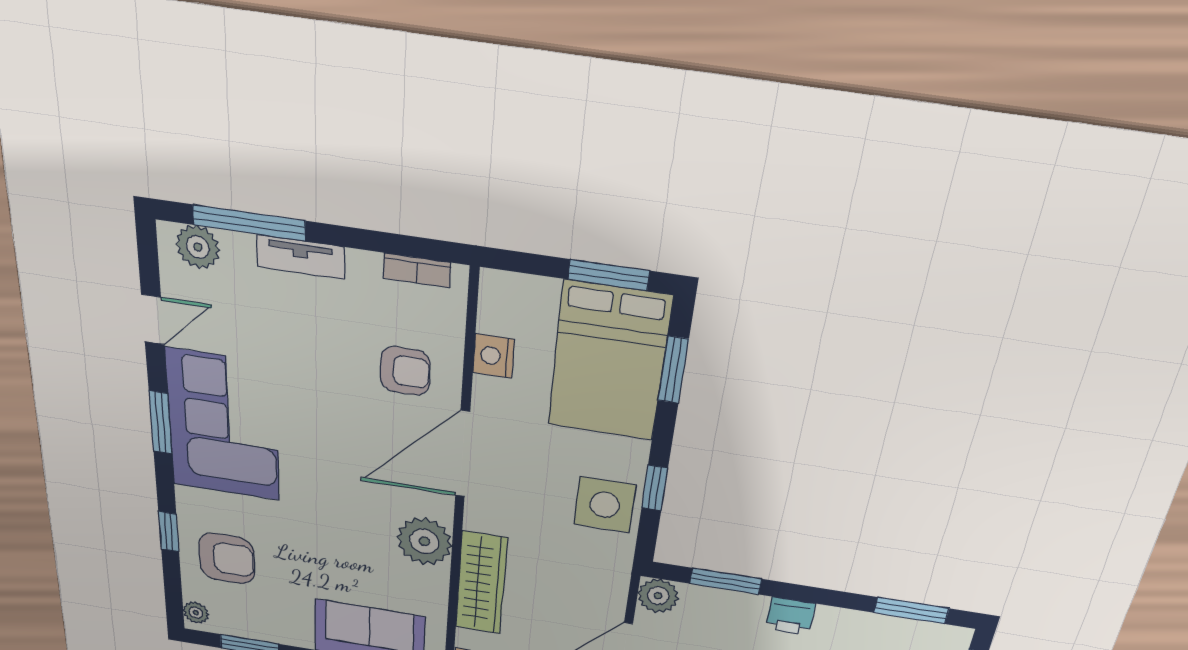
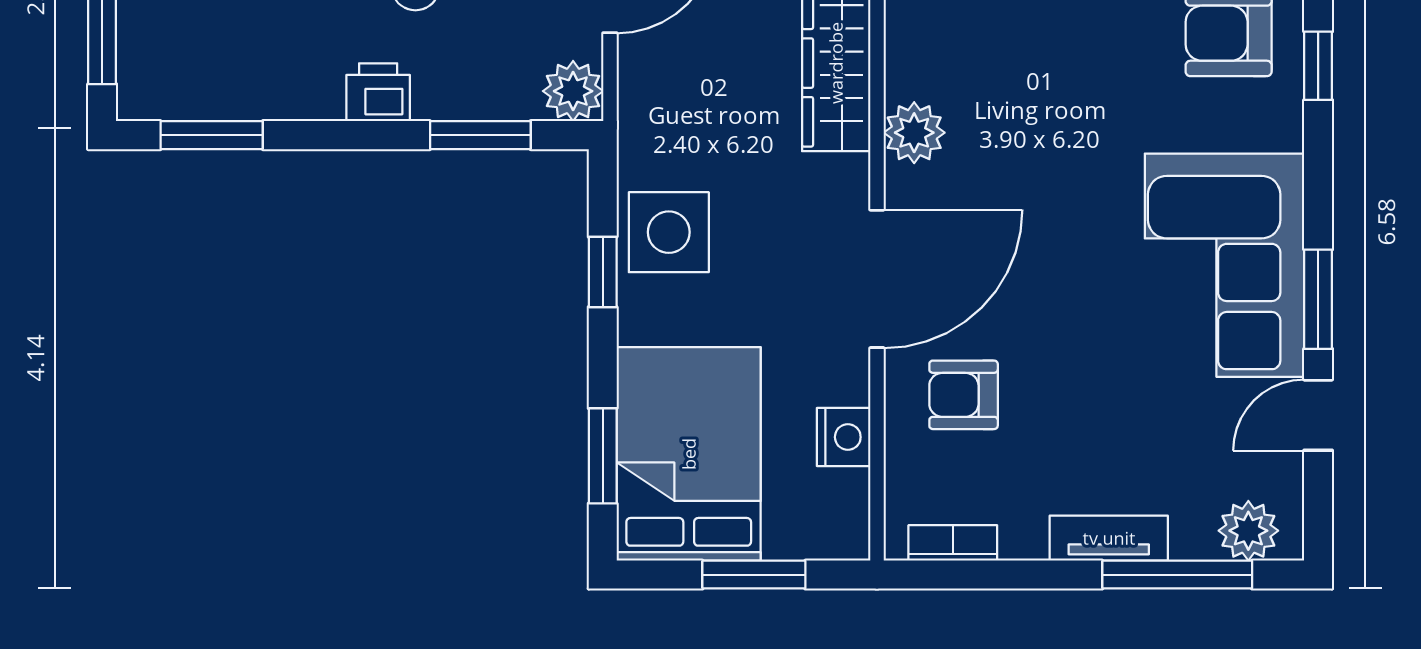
window: (609, 275) -> (754, 575), moved
window: (161, 423) -> (1318, 299), moved
plant: (424, 541) -> (914, 133), width x0.73, depth x0.73

